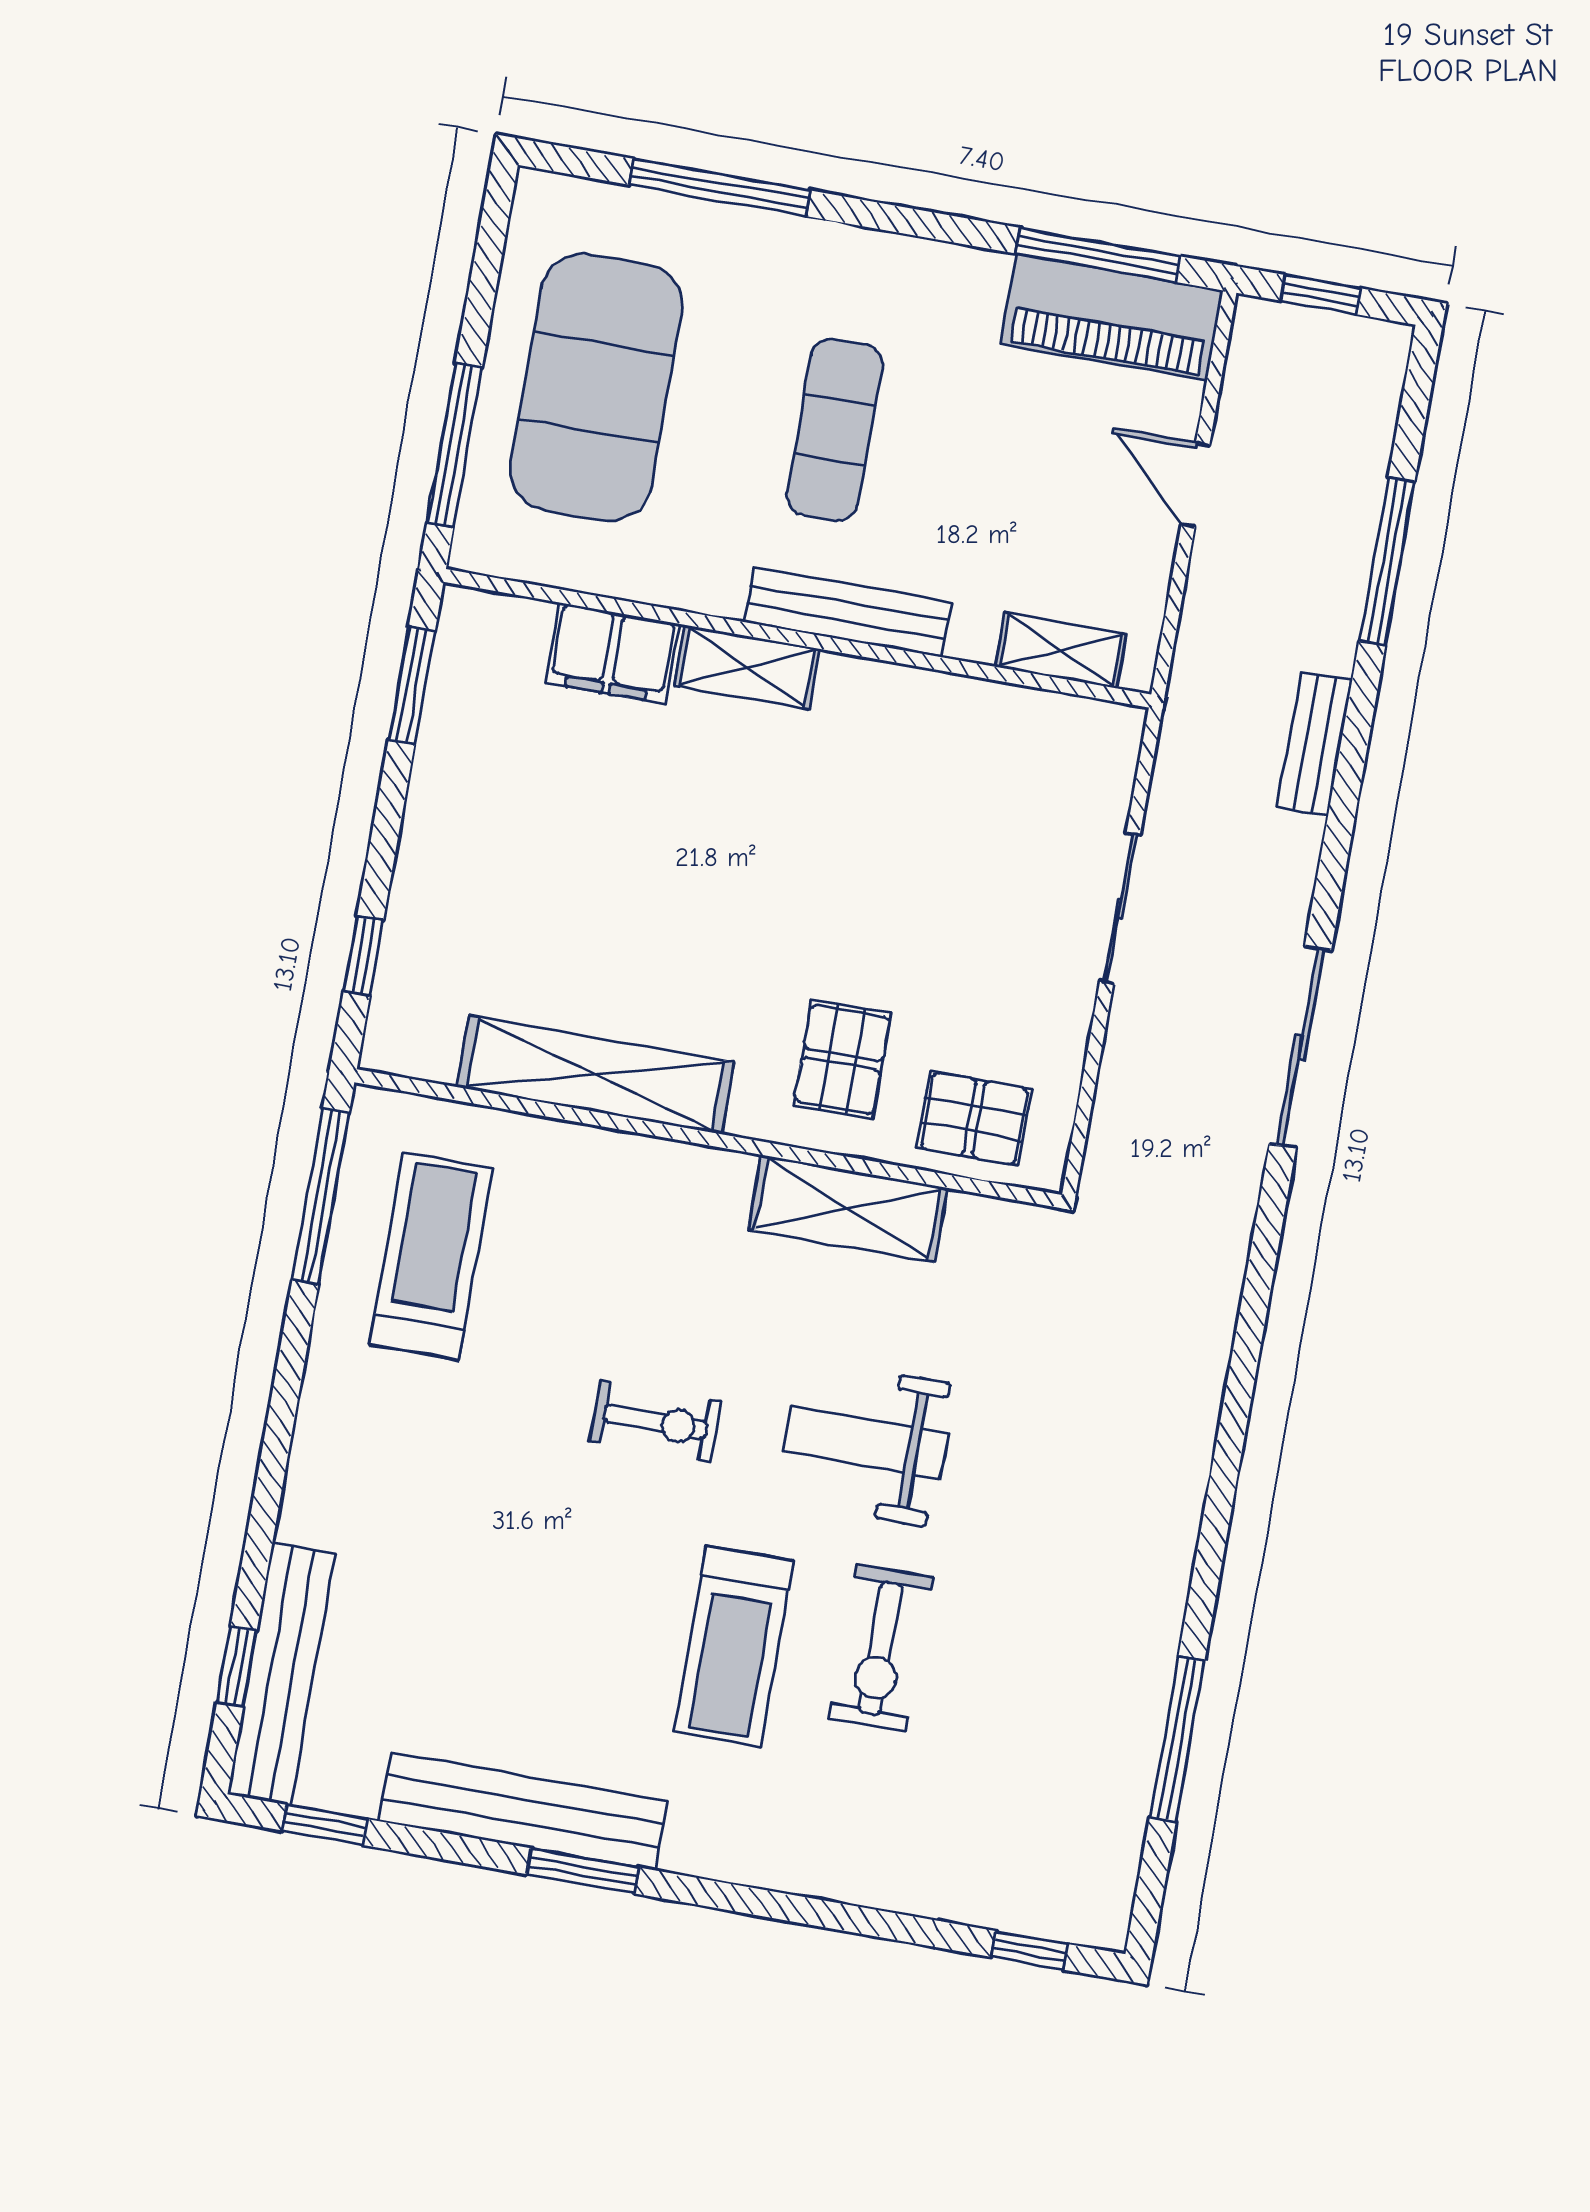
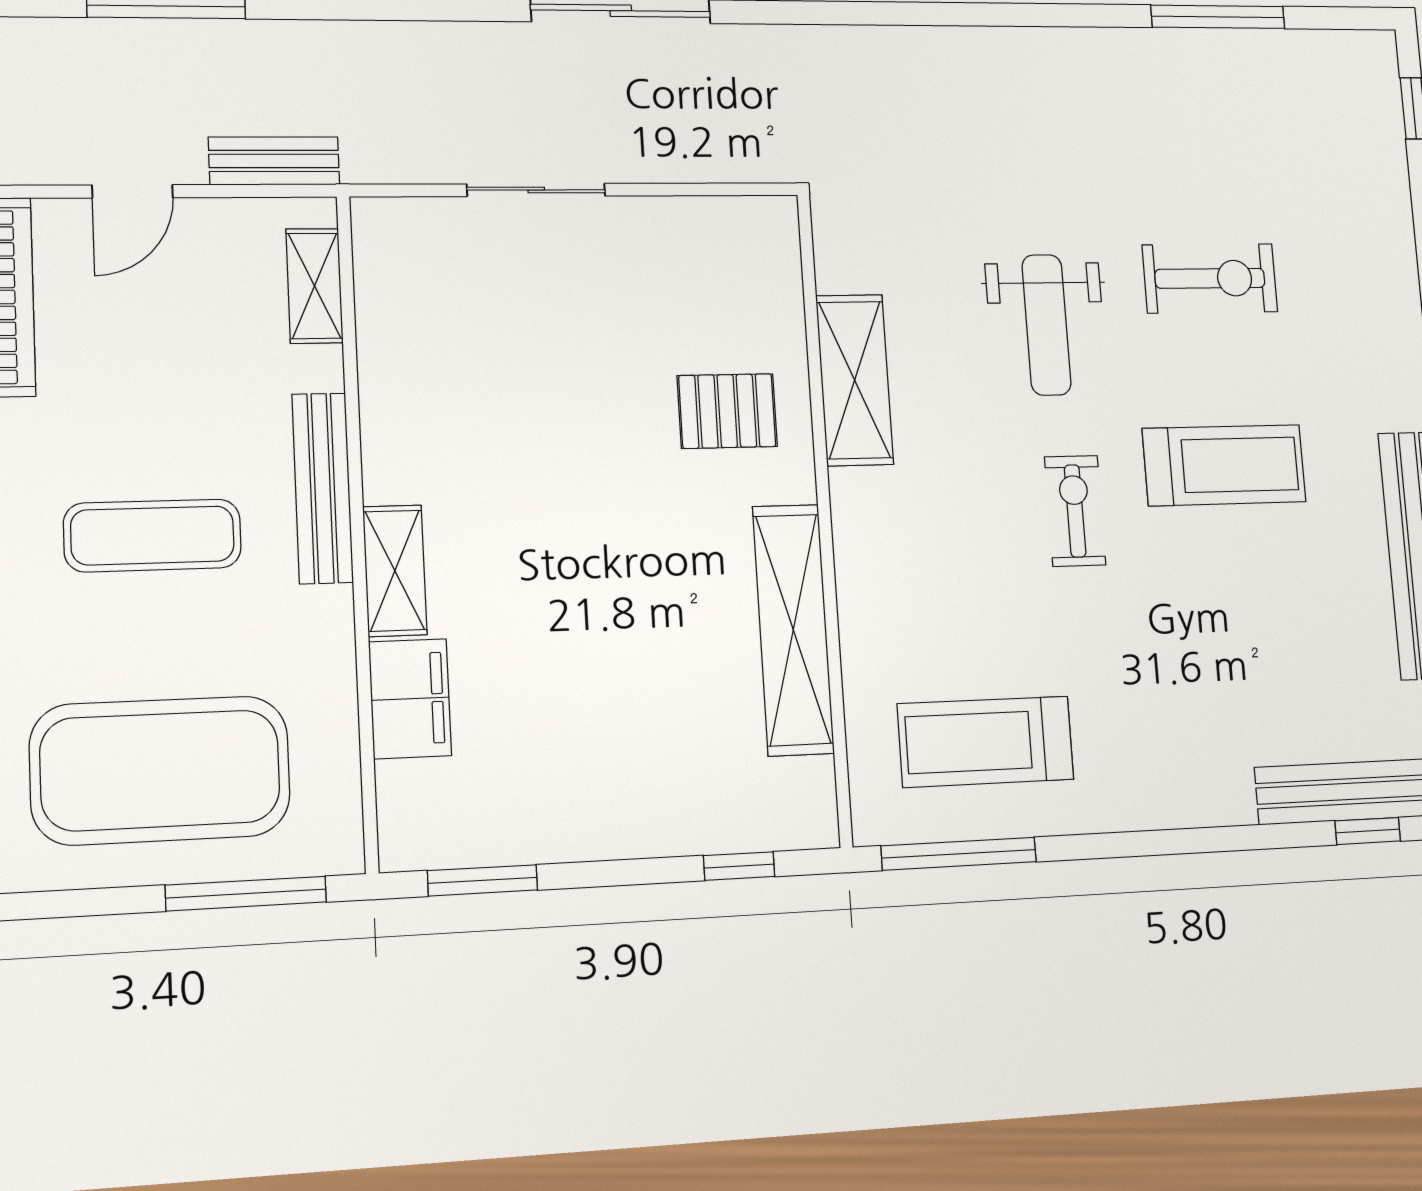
bench: (1315, 744) -> (274, 161), moved
pallet: (974, 1118) -> (751, 284), removed
treadmill: (733, 1647) -> (1224, 465), moved

